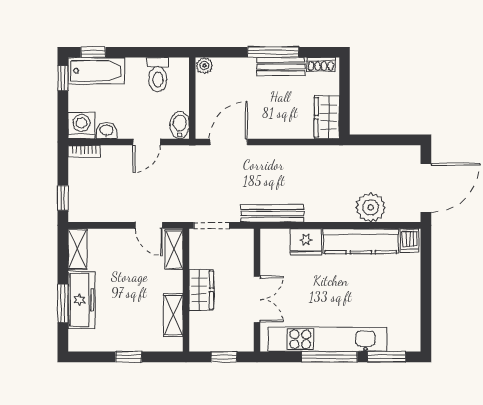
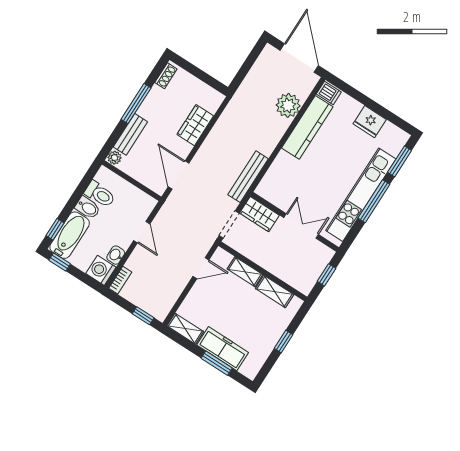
bench: (281, 67) -> (130, 134), moved
wardrobe: (327, 117) -> (195, 125), moved, turned 90
bidet: (180, 125) -> (88, 208), moved, turned 180
fridge: (306, 242) -> (370, 122), moved, turned 90
shelving: (174, 249) -> (245, 272), moved
wardrobe: (201, 290) -> (259, 214), moved, turned 180

